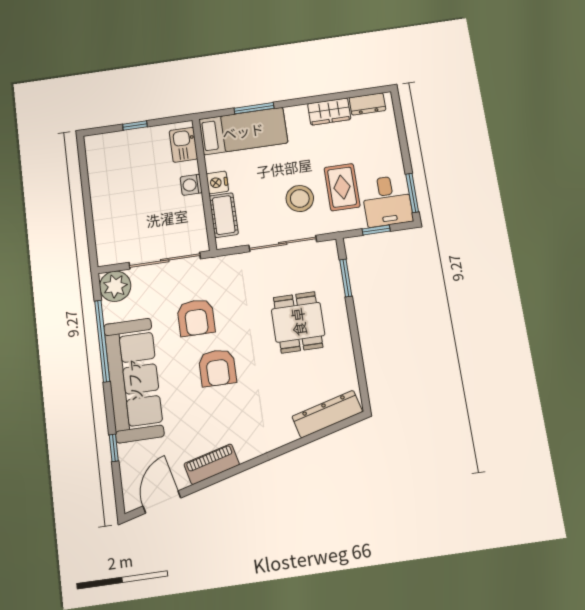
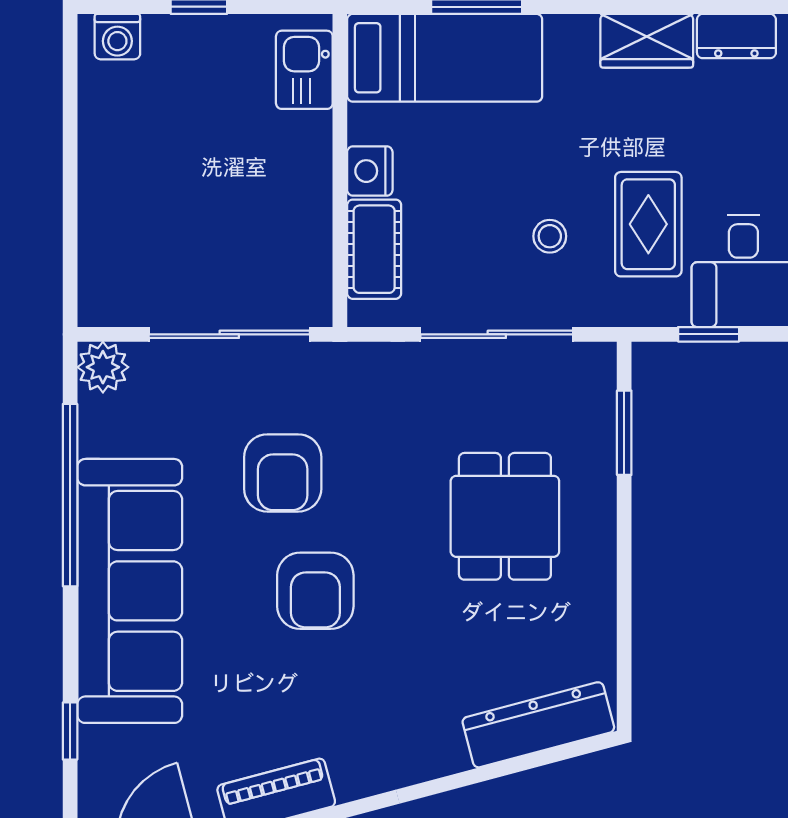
washing machine: (191, 185) -> (117, 37), moved, turned -90
stool: (300, 198) -> (550, 236), width x0.53, depth x0.53
plant: (115, 286) -> (103, 367), width x0.73, depth x0.73

